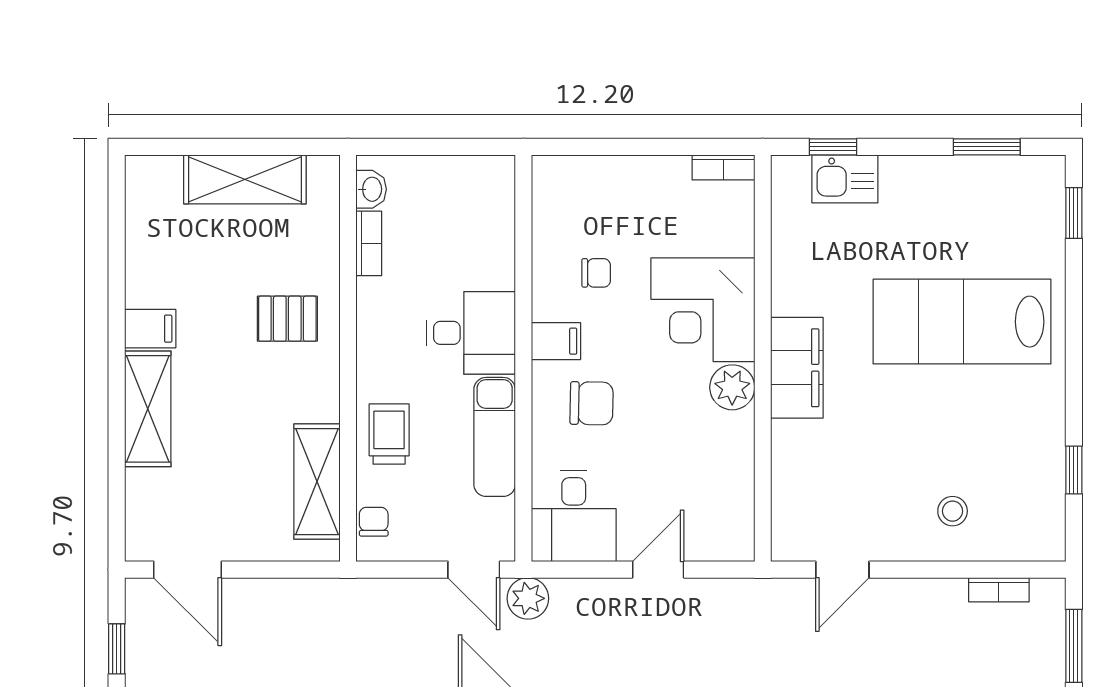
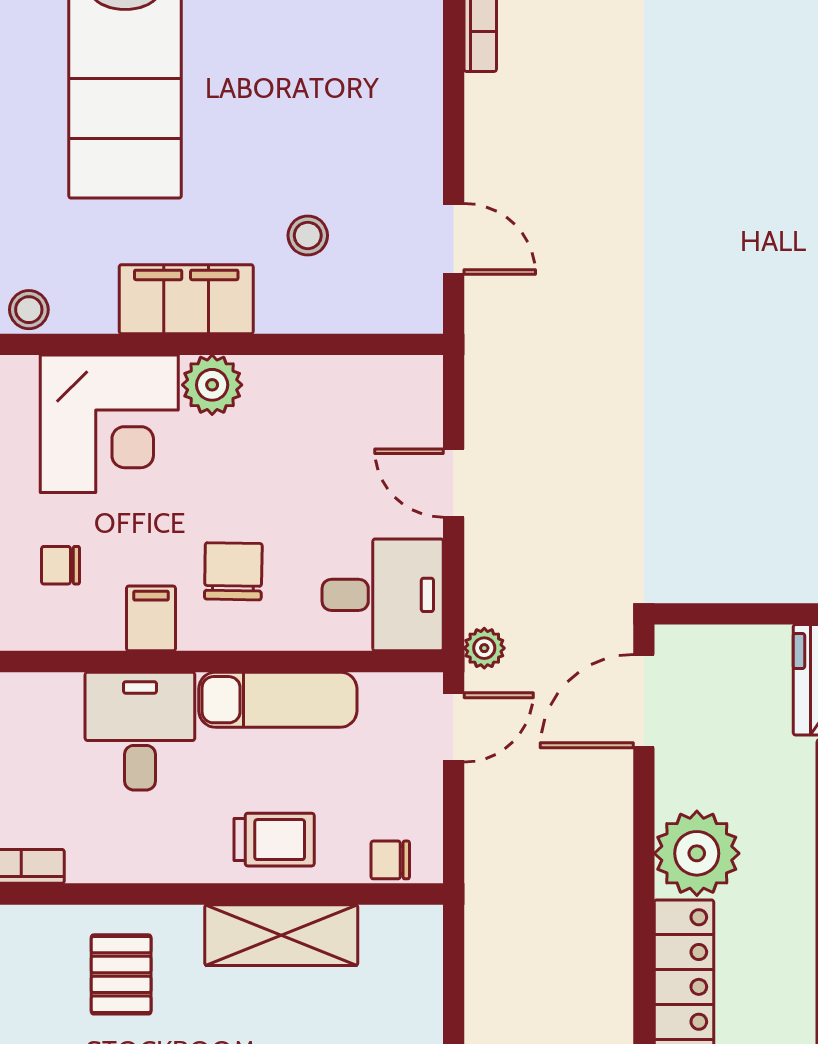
stool: (789, 249) -> (29, 310), added
chair: (596, 273) -> (60, 565), turned -90
trolley: (389, 434) -> (274, 840), turned 180
shelving: (317, 482) -> (281, 935), moved
stool: (953, 511) -> (308, 235), moved
plant: (528, 598) -> (484, 648), width x0.73, depth x0.73

